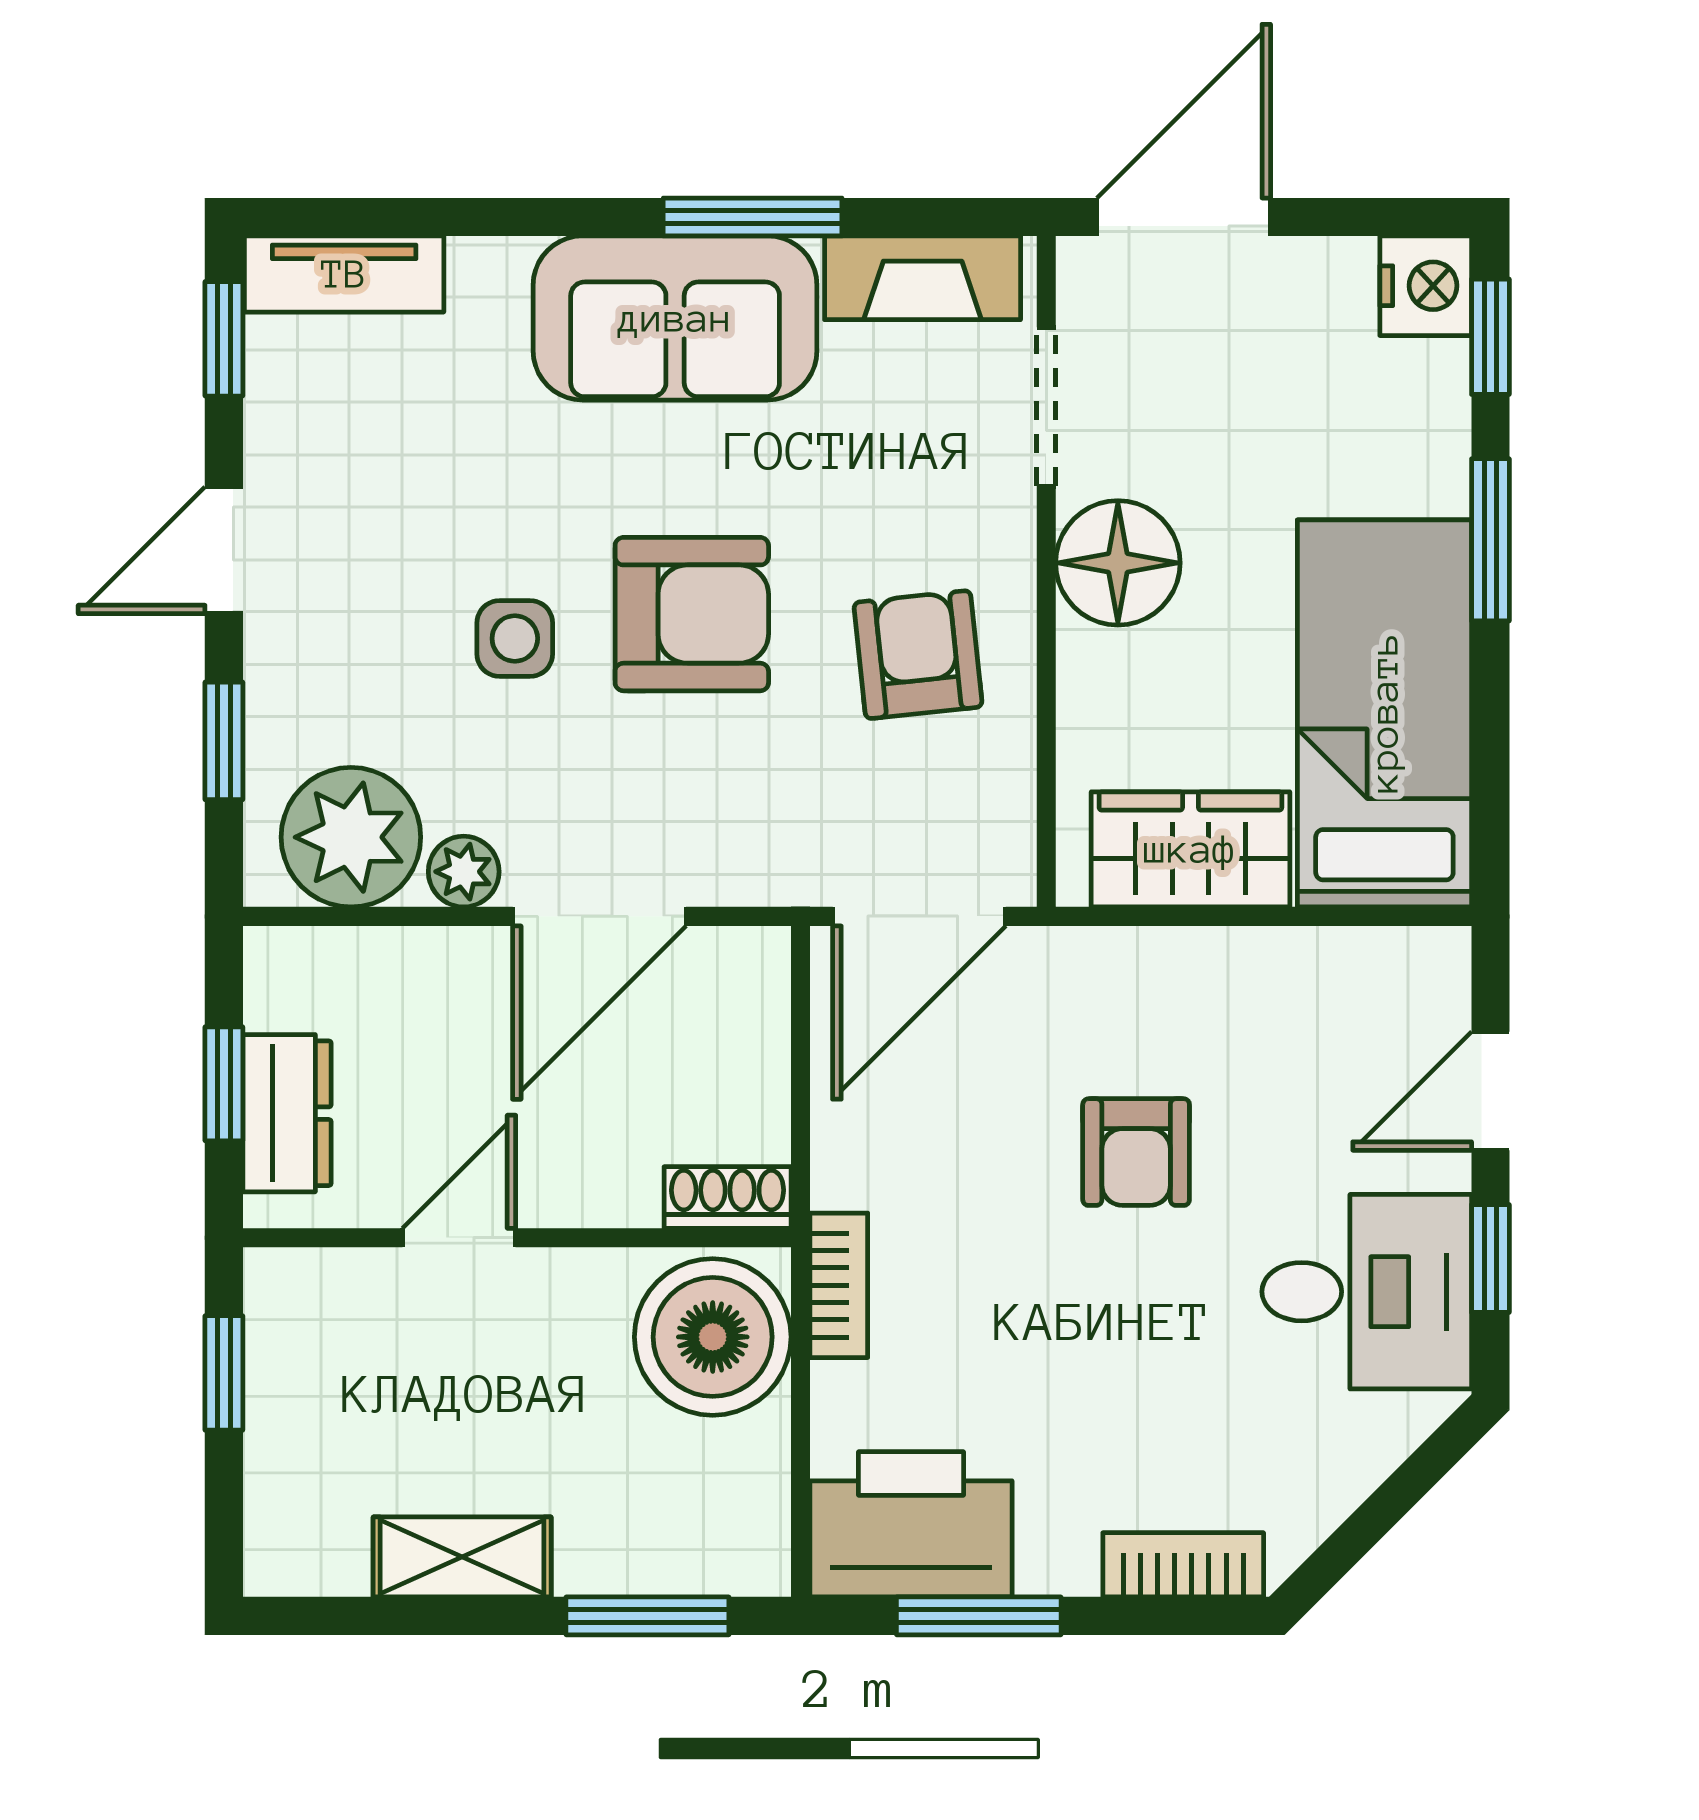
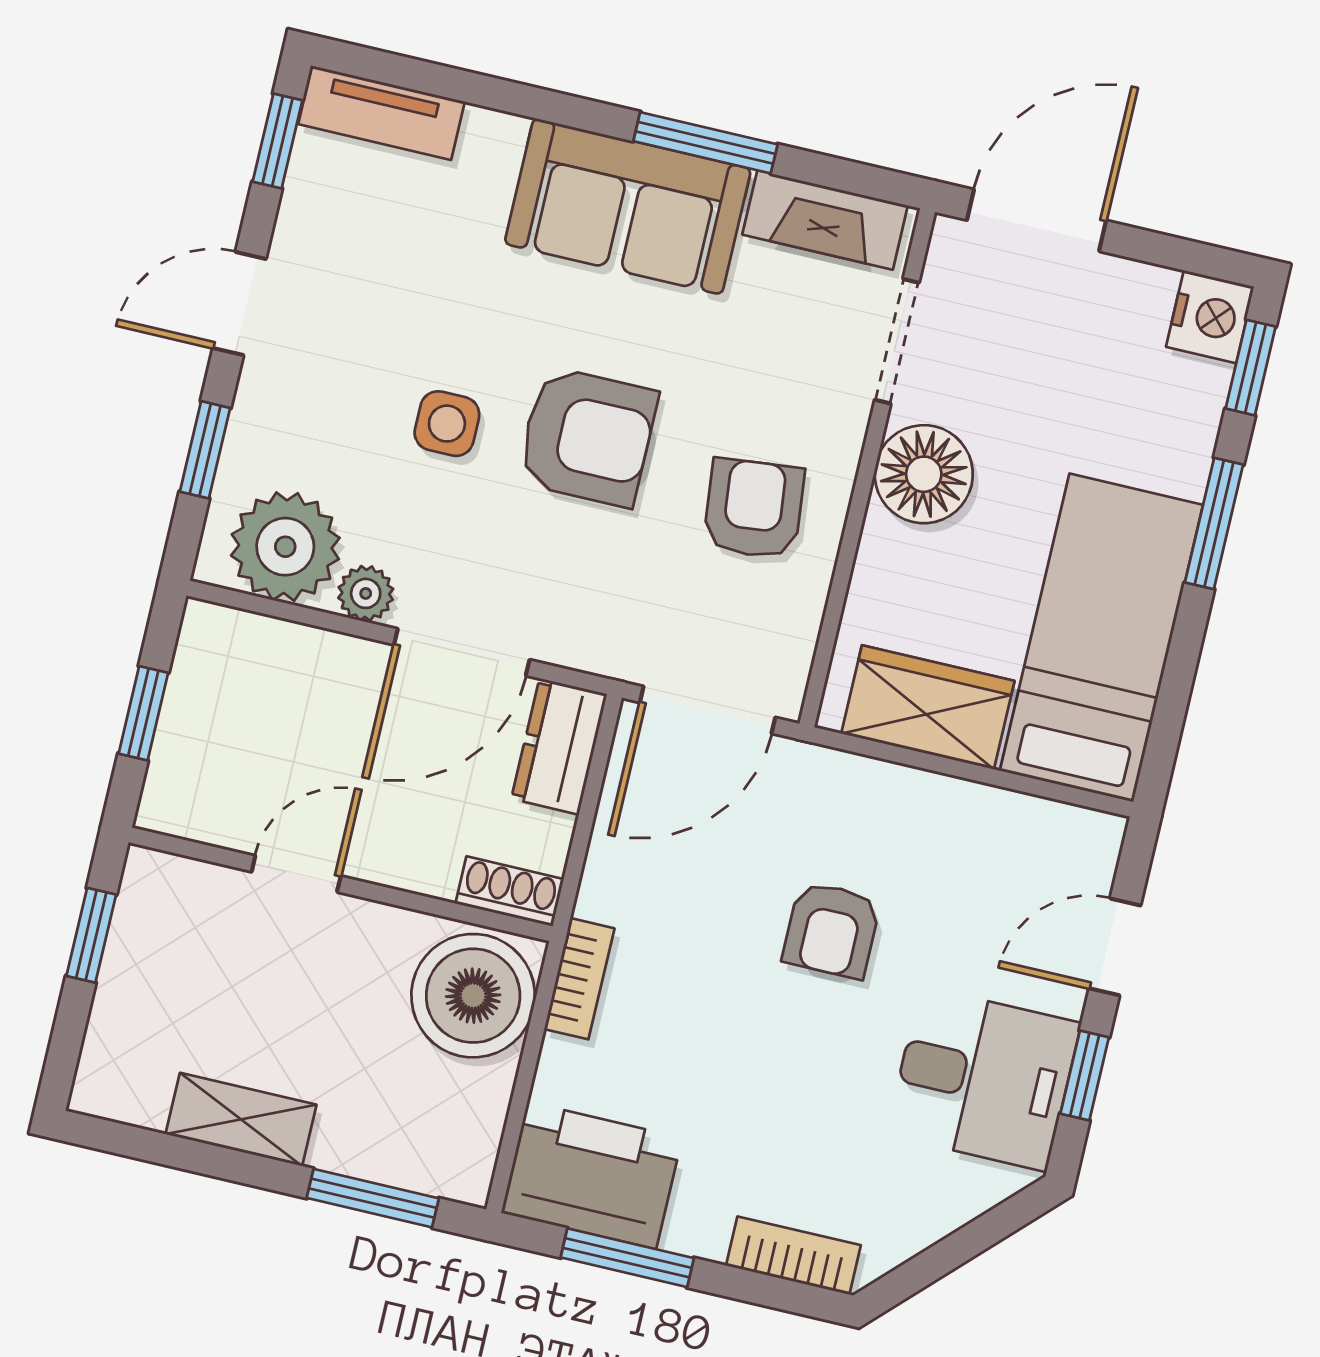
dresser: (287, 1113) -> (559, 746), moved, turned 180

